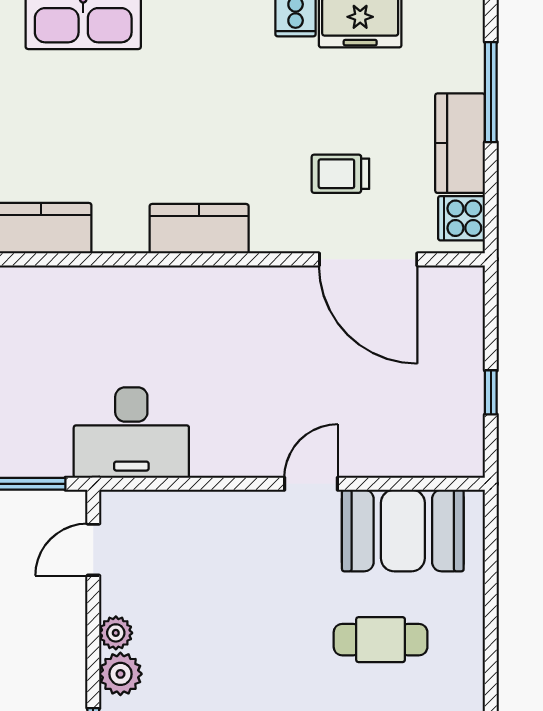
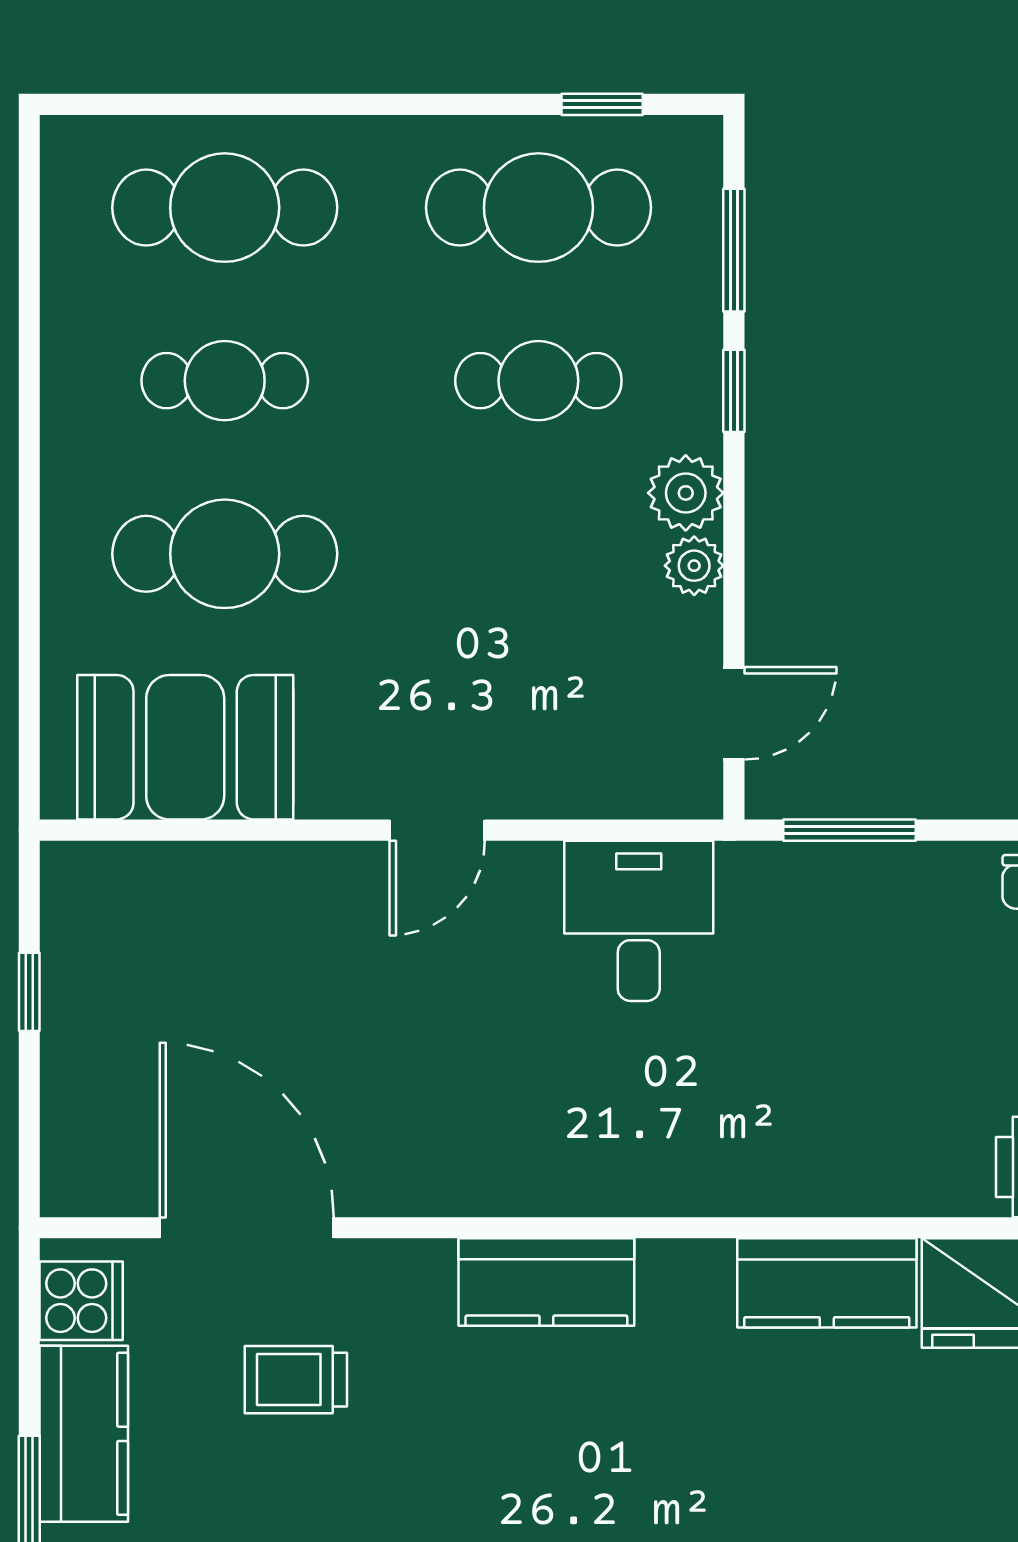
trolley: (340, 174) -> (296, 1380), turned 180
desk: (131, 433) -> (639, 921), width x0.73
door: (311, 484) -> (437, 830), moved
cafe table: (381, 640) -> (225, 554), width x1.37, depth x1.35

